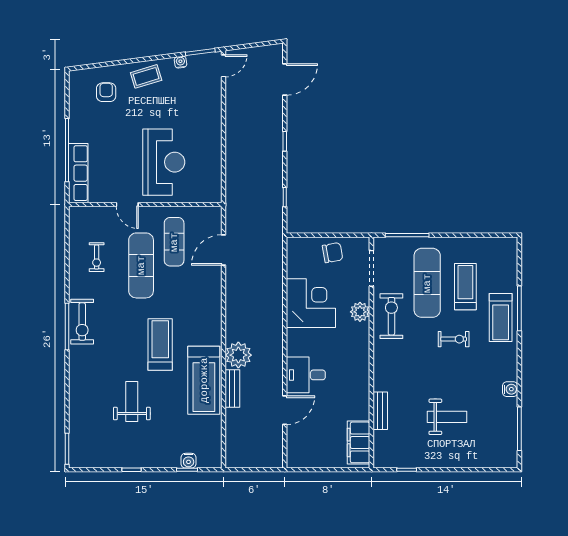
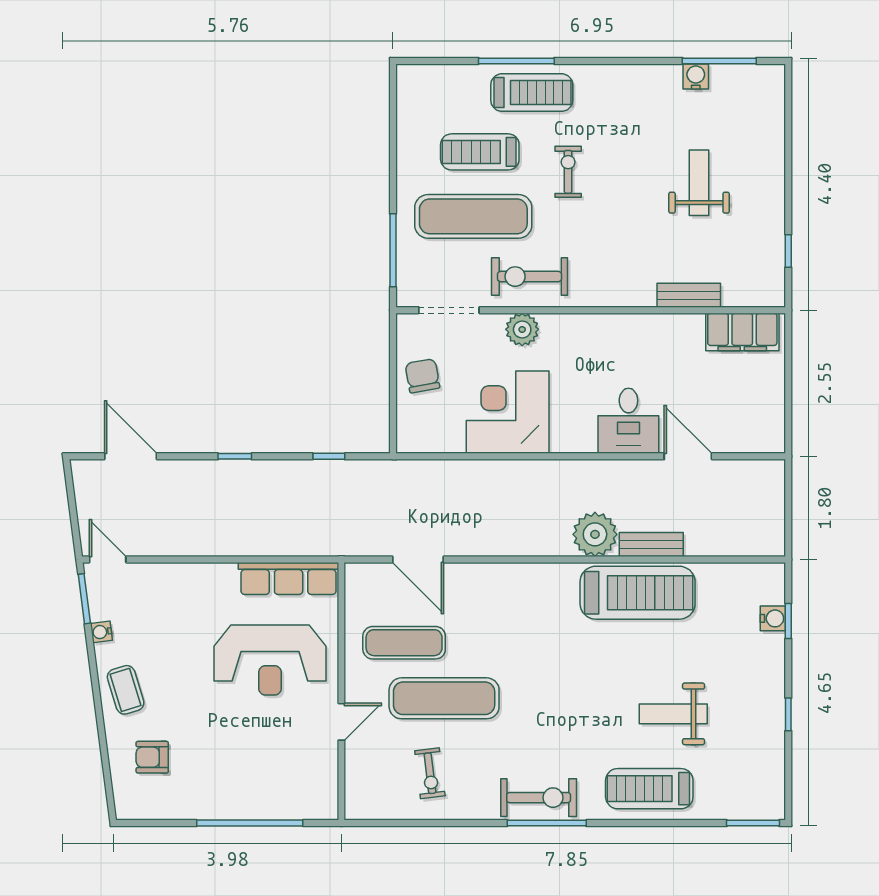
reception desk: (164, 162) -> (270, 660), turned 180
row of seats: (78, 173) -> (289, 579), moved, turned 180
exercise bike: (97, 257) -> (430, 773), turned 83
treadmill: (160, 344) -> (649, 789), moved
water cooler: (510, 389) -> (696, 77), moved

